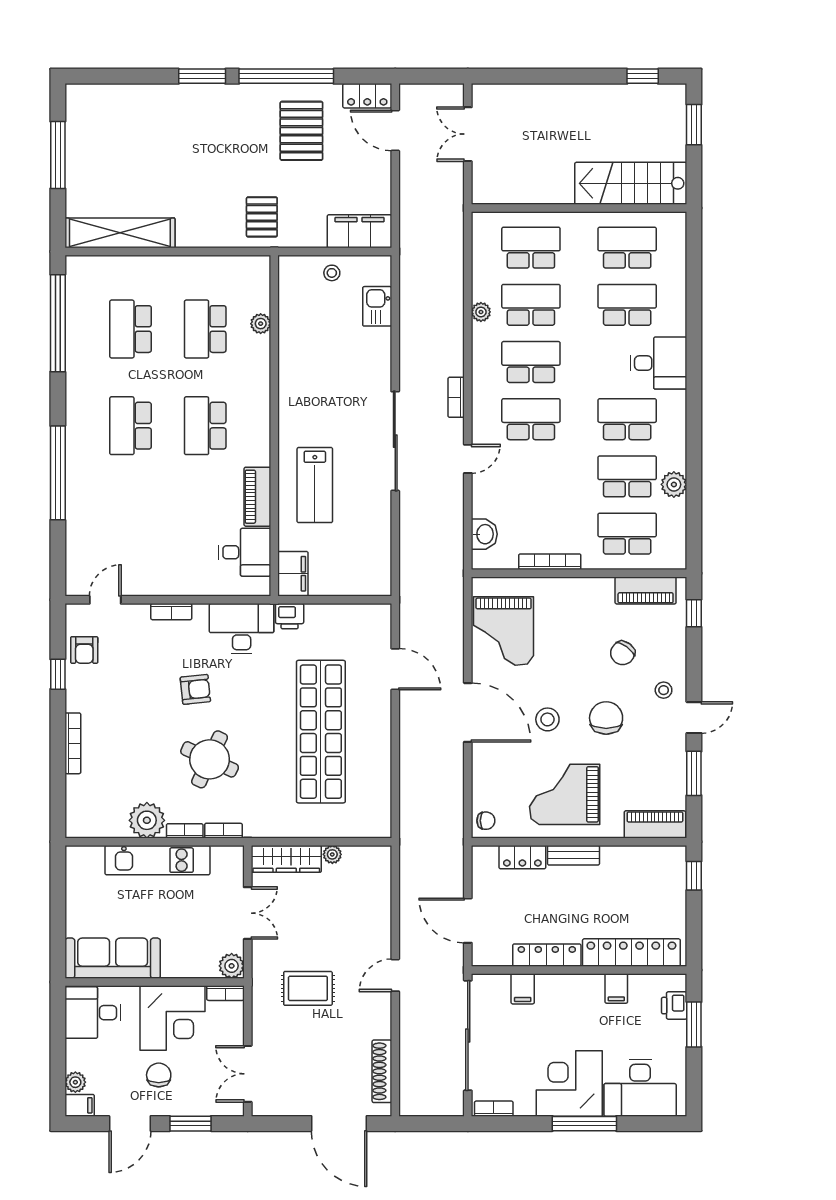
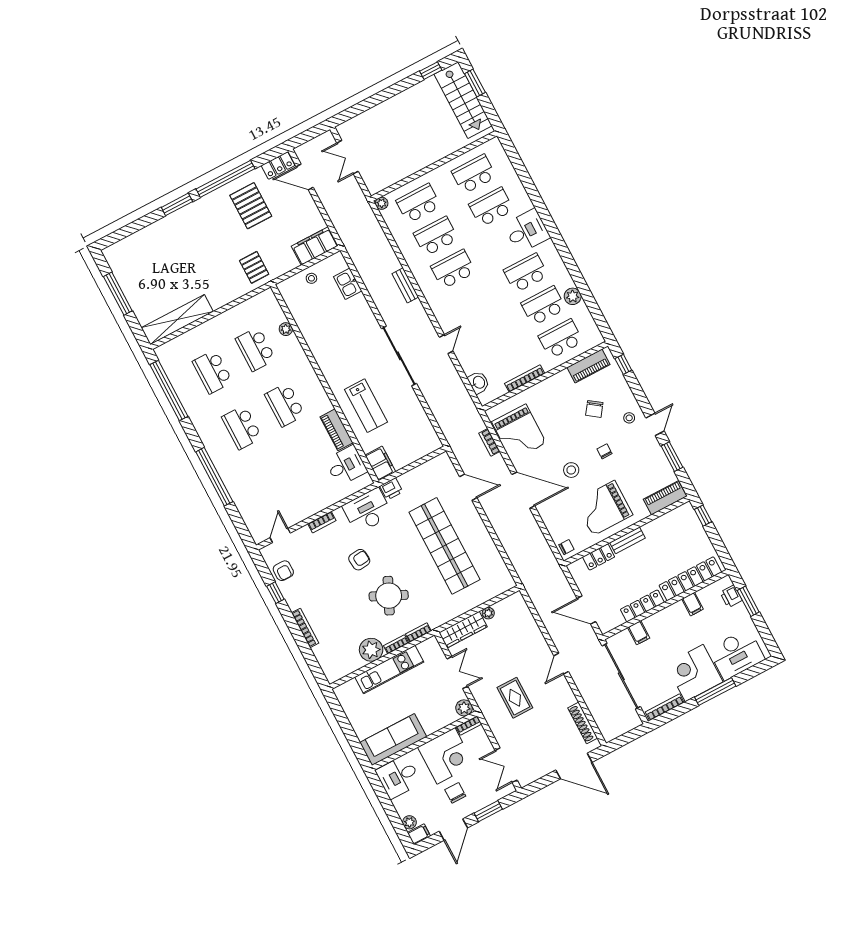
stairs: (631, 183) -> (463, 100), moved, turned -90
plant: (481, 312) -> (382, 203), moved
bench: (454, 350) -> (405, 285), added
bookcase: (456, 397) -> (489, 442), moved
school desk: (531, 419) -> (471, 302), removed
chair: (606, 718) -> (605, 451), width x0.54, depth x0.54
rug: (308, 988) -> (515, 698), turned 90
bookcase: (494, 1109) -> (665, 707), width x1.56

